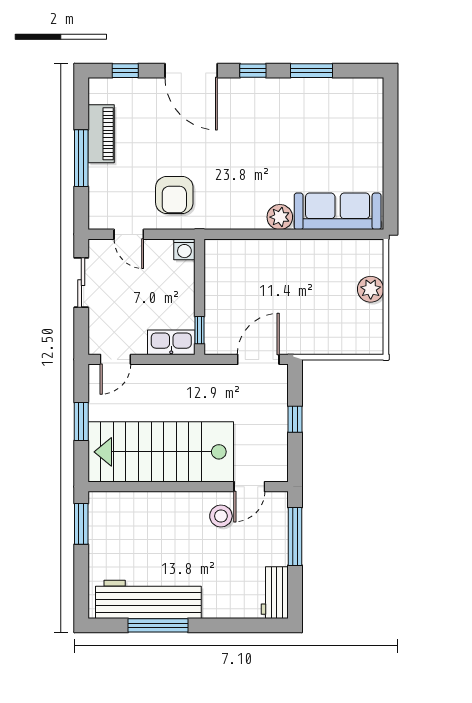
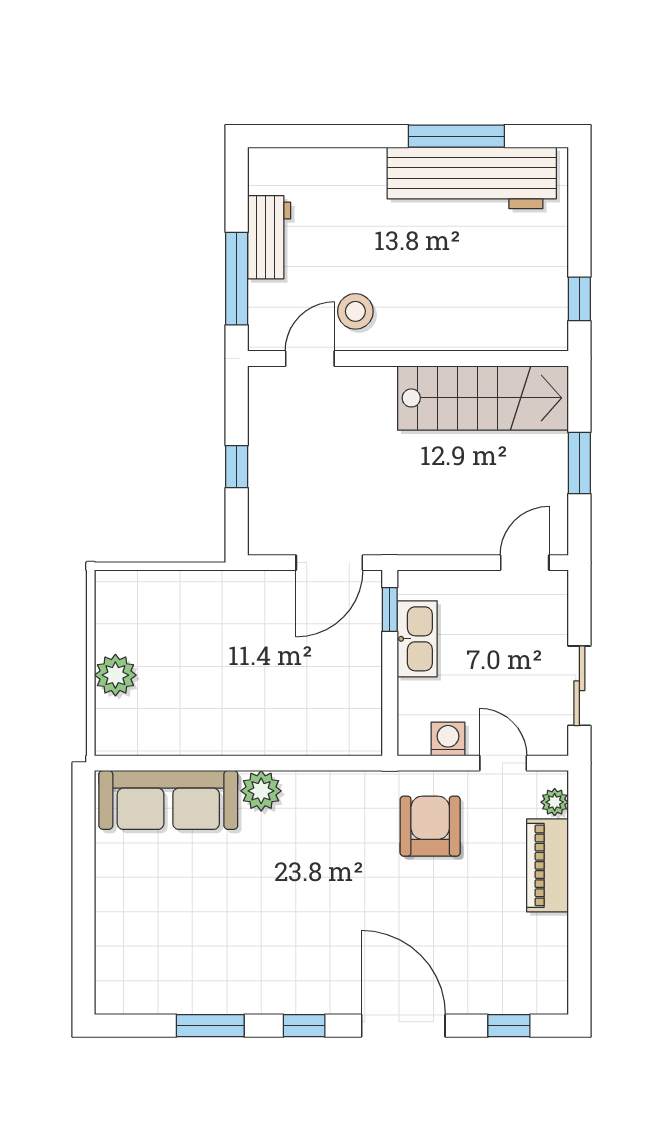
piano: (101, 134) -> (548, 865), moved
window: (81, 158) -> (579, 885), removed
plant: (97, 210) -> (555, 802), added
washing machine: (184, 249) -> (448, 739), moved
kitchen sink: (171, 342) -> (417, 639), moved, turned -90
door: (258, 359) -> (329, 563), moved
stairs: (161, 452) -> (483, 398), width x0.73, depth x0.66
window: (81, 524) -> (579, 299), width x0.67
workbench: (275, 593) -> (269, 237), moved

